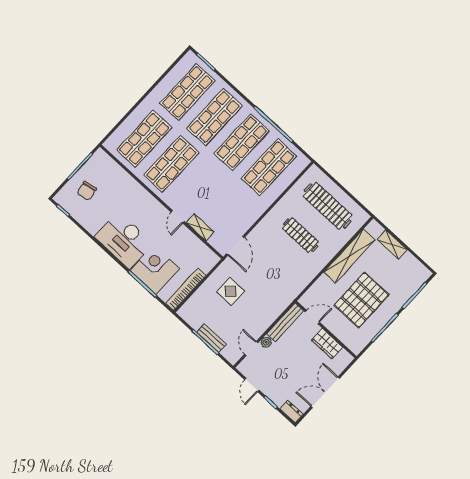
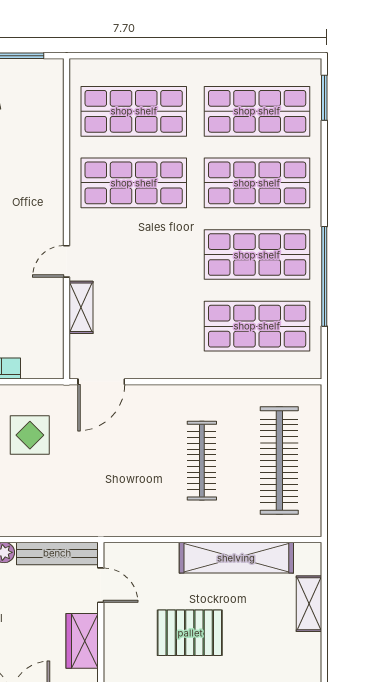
pallet: (362, 300) -> (190, 633), width x0.73, depth x0.71

